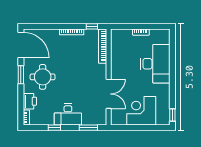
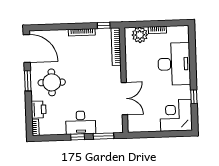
plant: (125, 36) -> (140, 35), added
corner desk: (141, 111) -> (176, 115), moved
window: (172, 115) -> (194, 97), moved
window: (54, 128) -> (78, 137), moved

